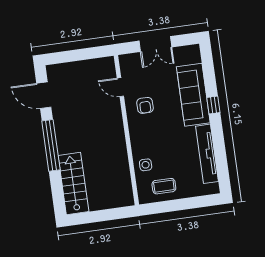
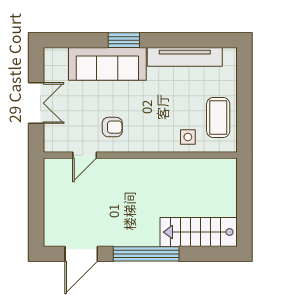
window: (213, 105) -> (124, 40), width x1.50
coffee table: (164, 186) -> (218, 118), width x1.36, depth x1.30

